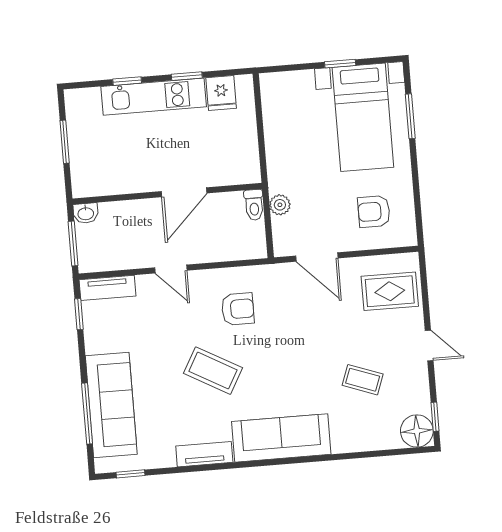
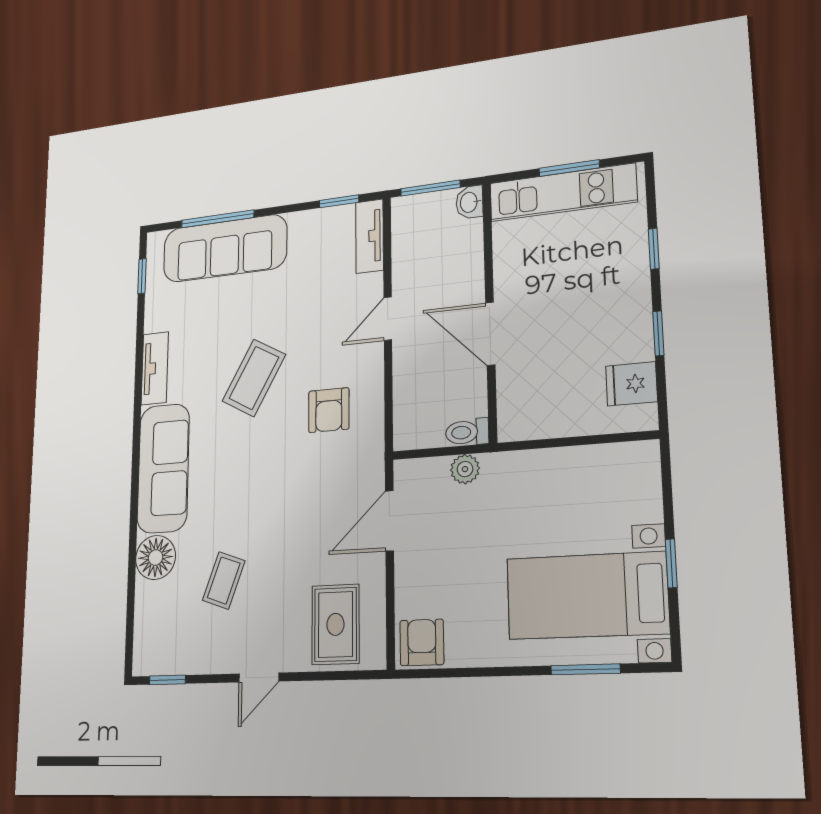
kitchen unit: (154, 97) -> (563, 193), moved, turned -90
armchair: (374, 212) -> (422, 642), moved
floor lamp: (417, 431) -> (156, 557), moved

